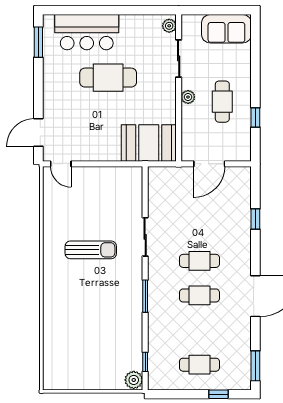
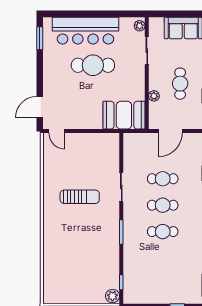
bar counter: (87, 32) -> (85, 31), width x1.36
plant: (188, 97) -> (154, 96), moved
cafe table: (199, 365) -> (163, 179), moved

